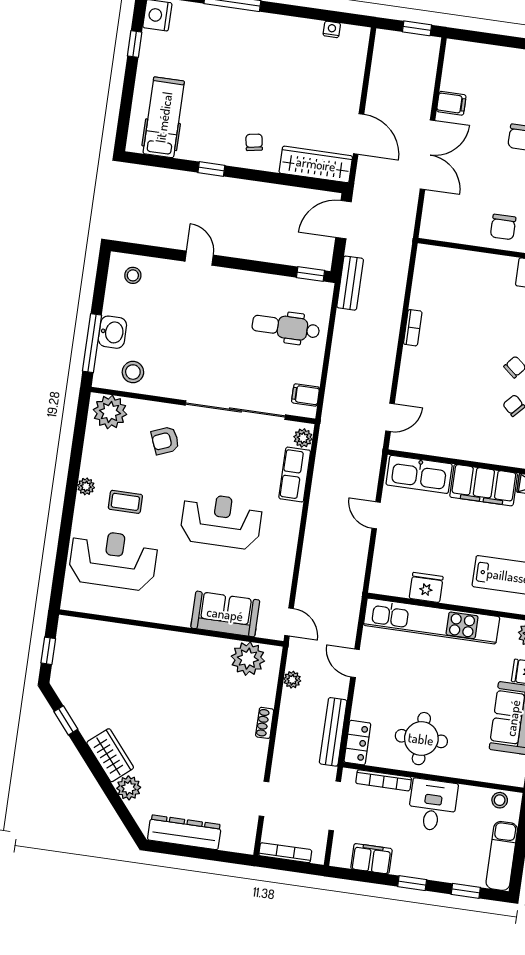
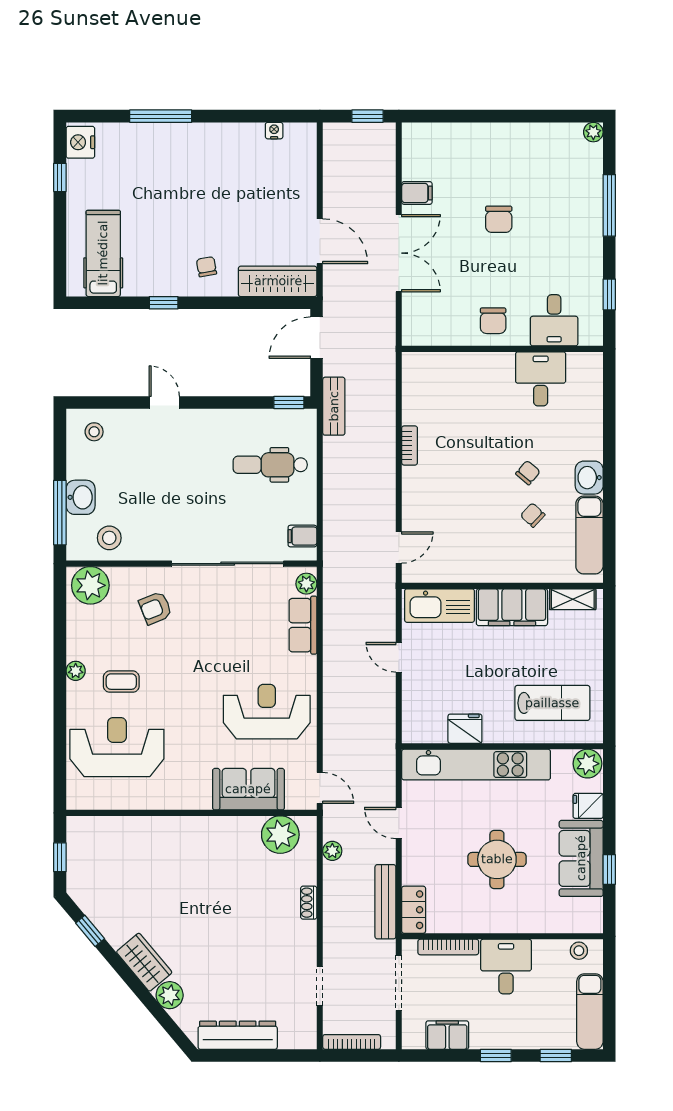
reception desk: (221, 521) -> (267, 712), moved
round table: (421, 739) -> (497, 859), moved

